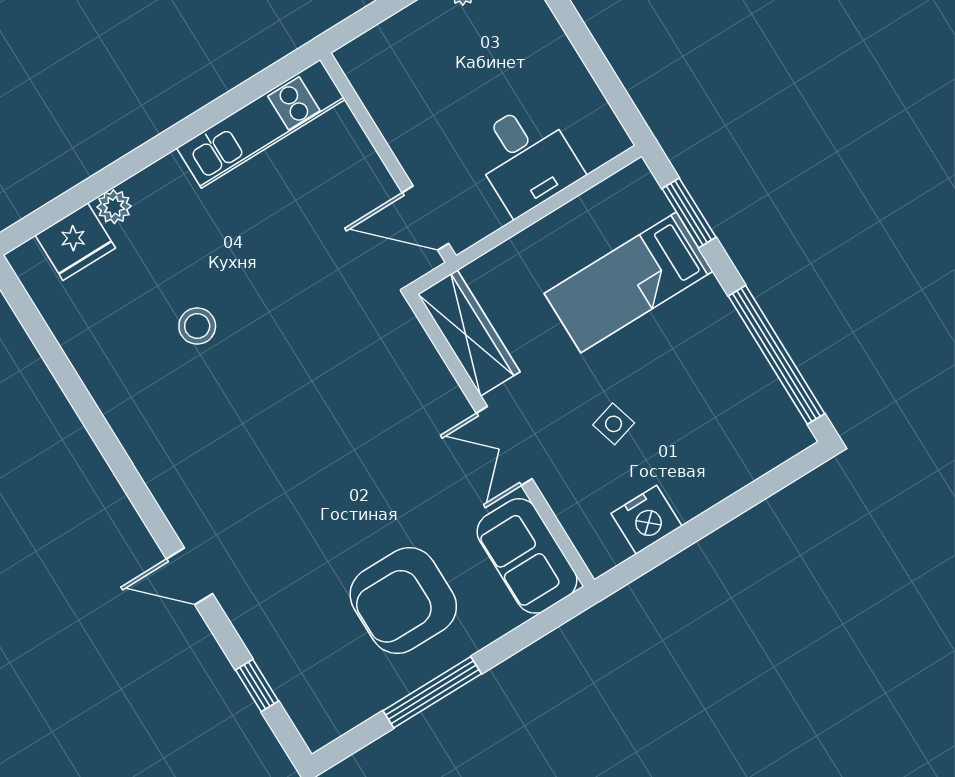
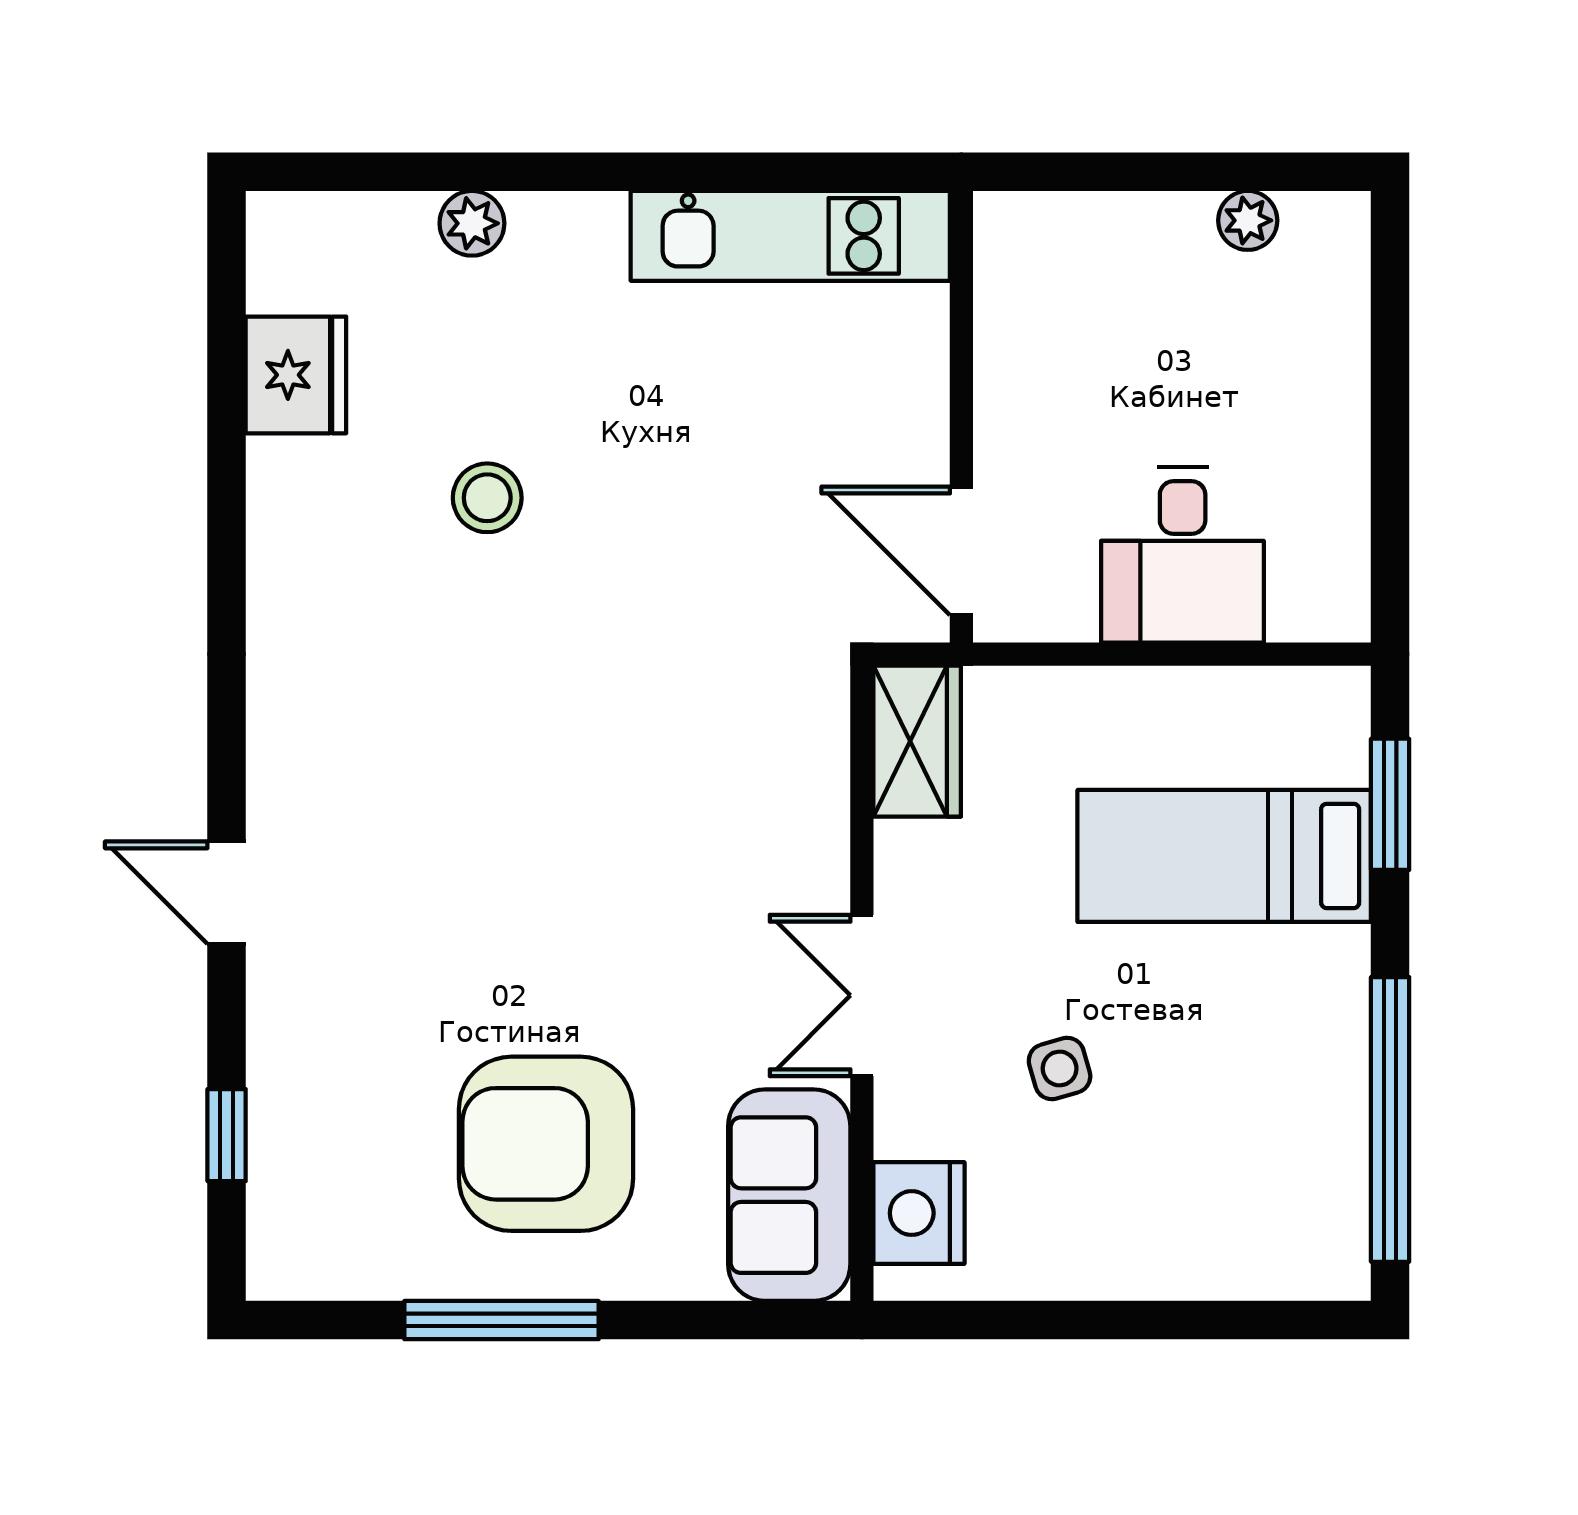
fridge: (75, 242) -> (296, 375), moved, turned -90
wardrobe: (469, 333) -> (917, 741), width x0.67
nightstand: (646, 520) -> (919, 1213), moved, turned 90

